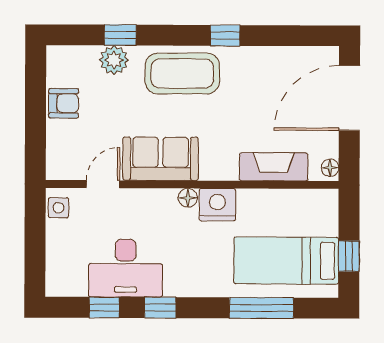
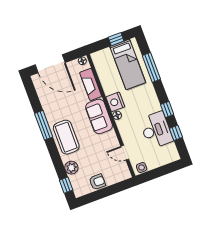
window: (120, 35) -> (66, 185), moved
window: (225, 35) -> (44, 125), width x2.17
armchair: (64, 103) -> (97, 182), turned 90
sofa: (161, 159) -> (99, 116), moved

